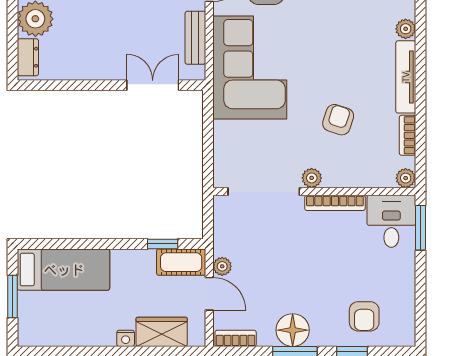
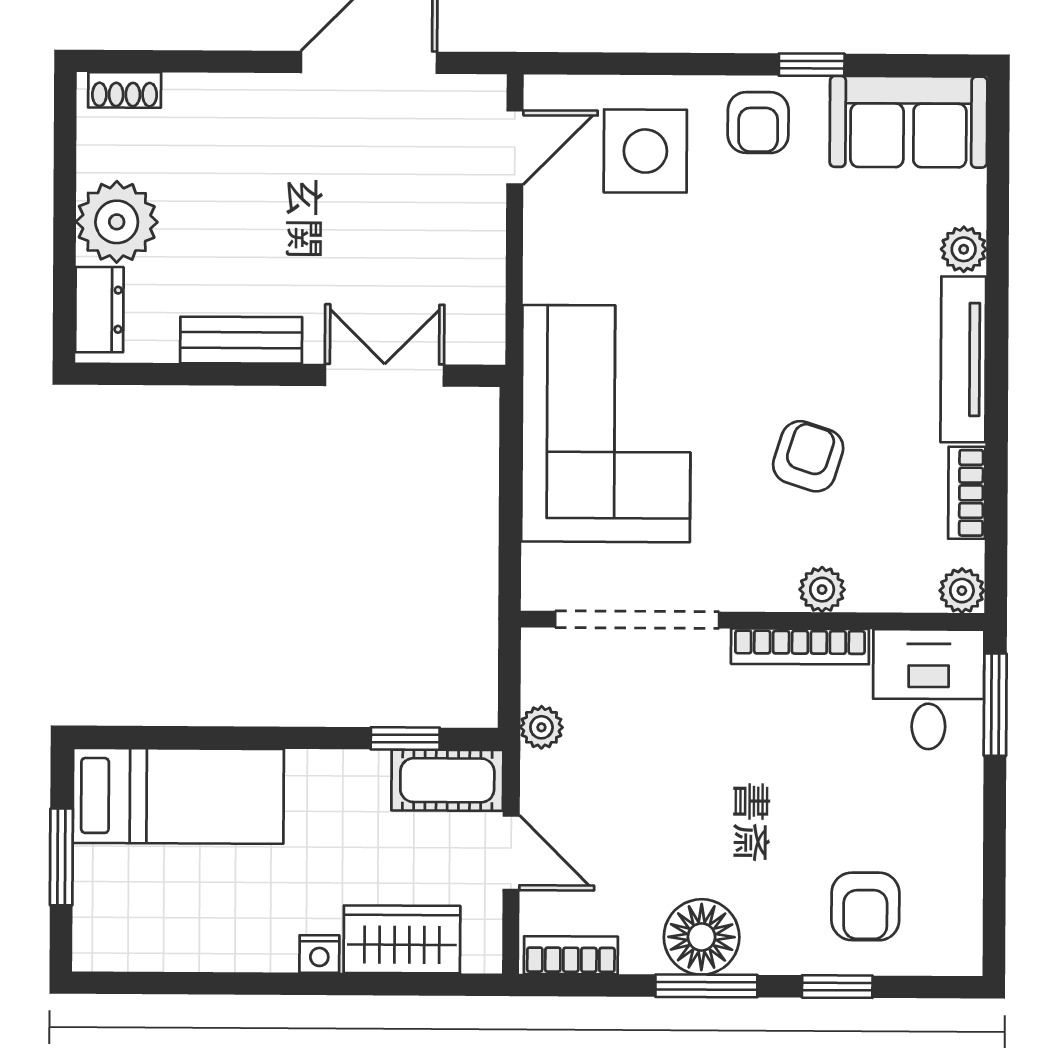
bench: (195, 38) -> (241, 340), moved, turned 90
corner sofa: (250, 68) -> (606, 424), moved
plant: (312, 178) -> (822, 590), moved
plant: (222, 266) -> (541, 727), moved

